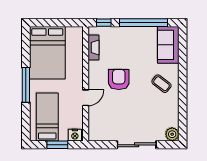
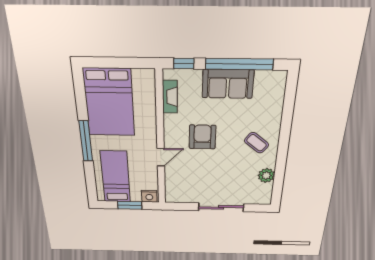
sofa: (168, 45) -> (228, 84), moved, turned -90
plant: (172, 134) -> (266, 175), moved

